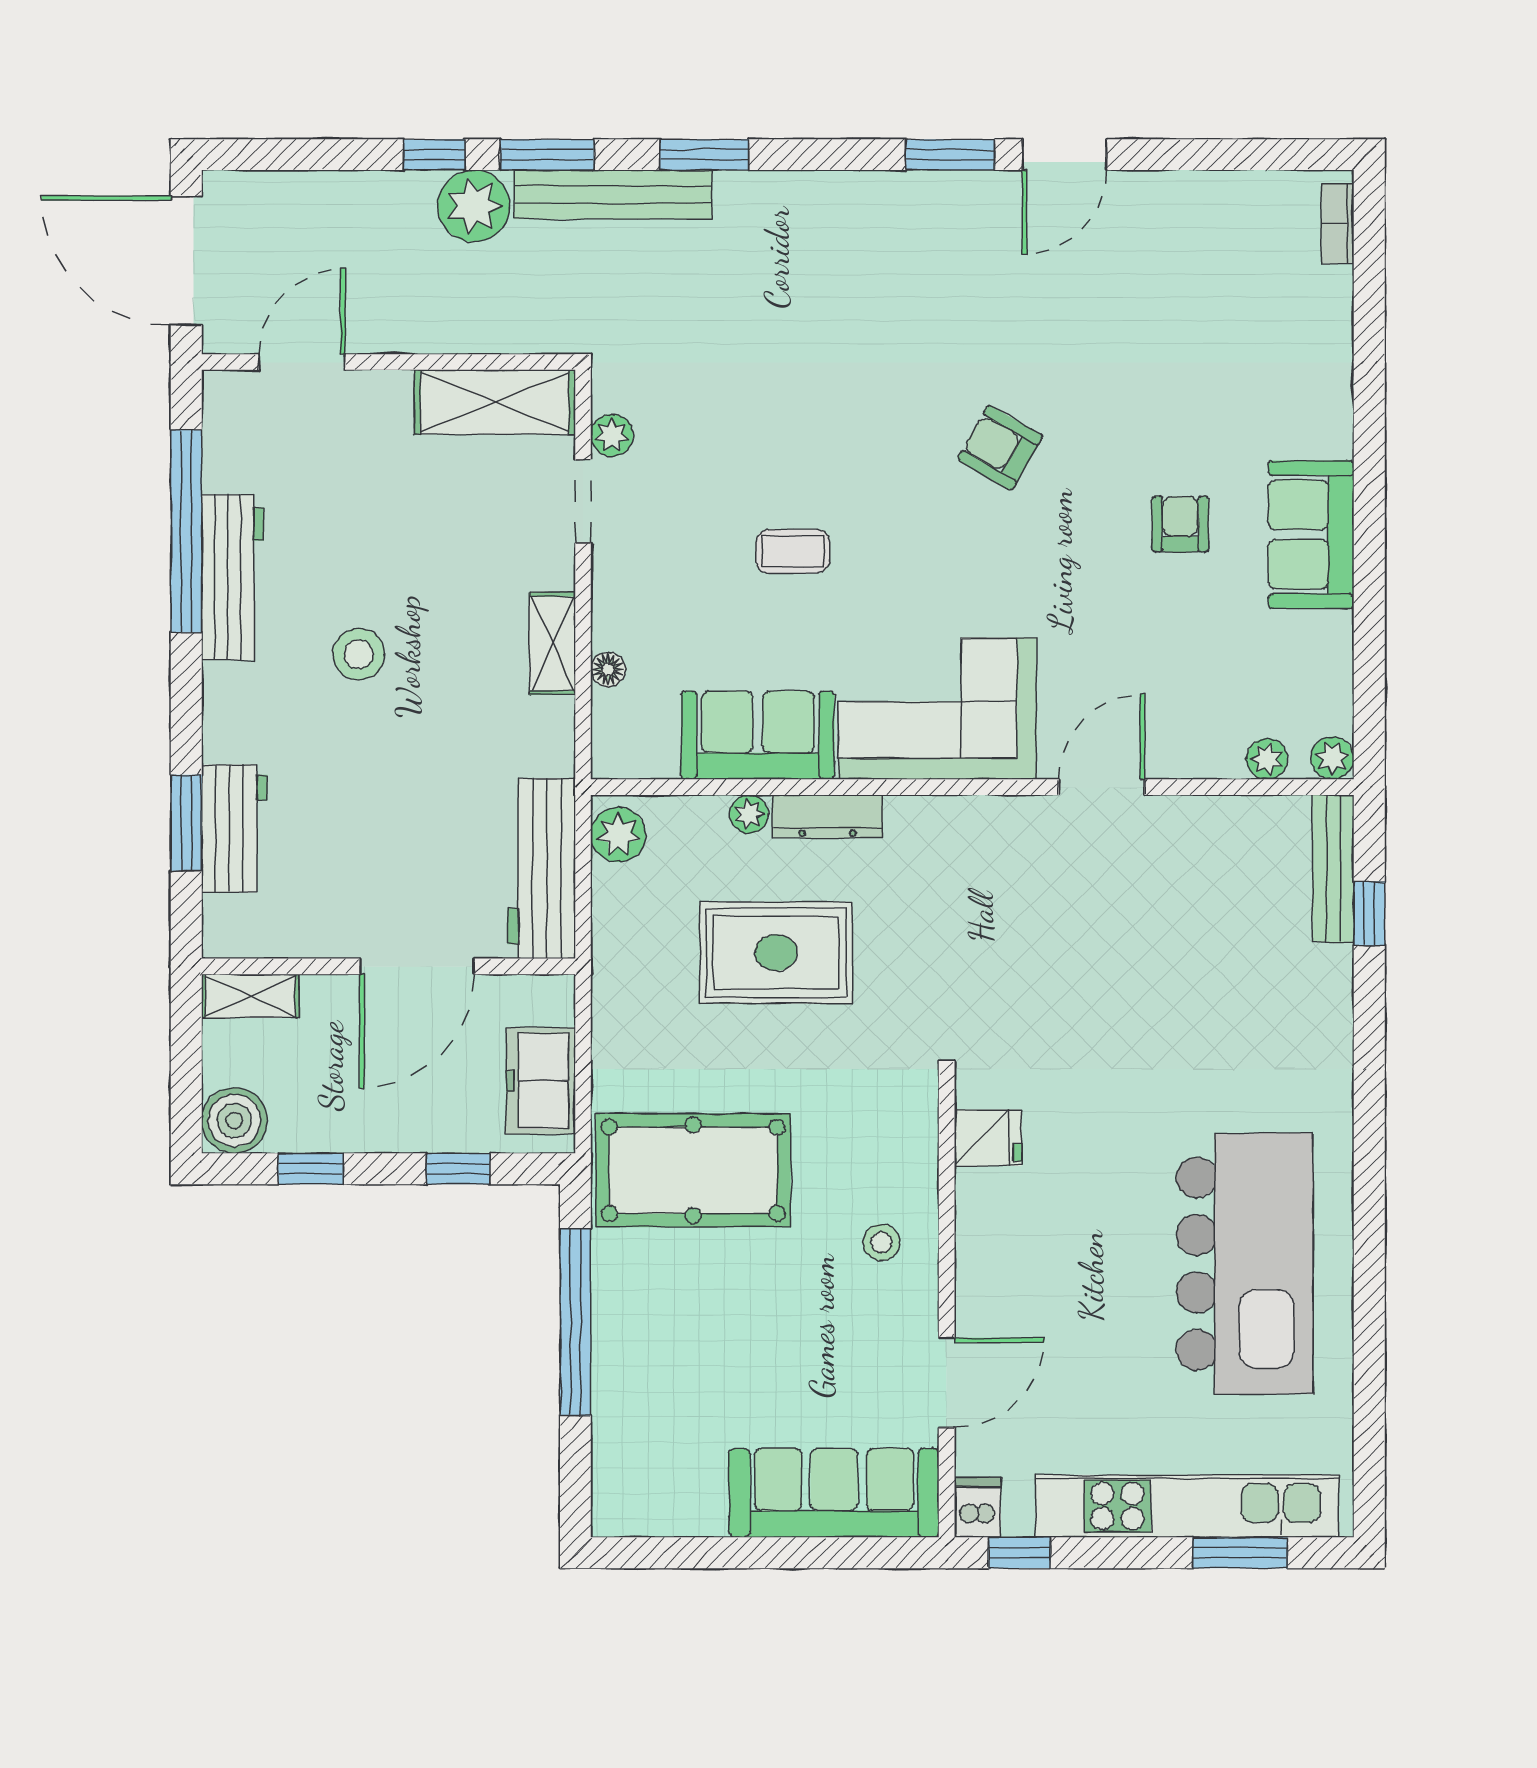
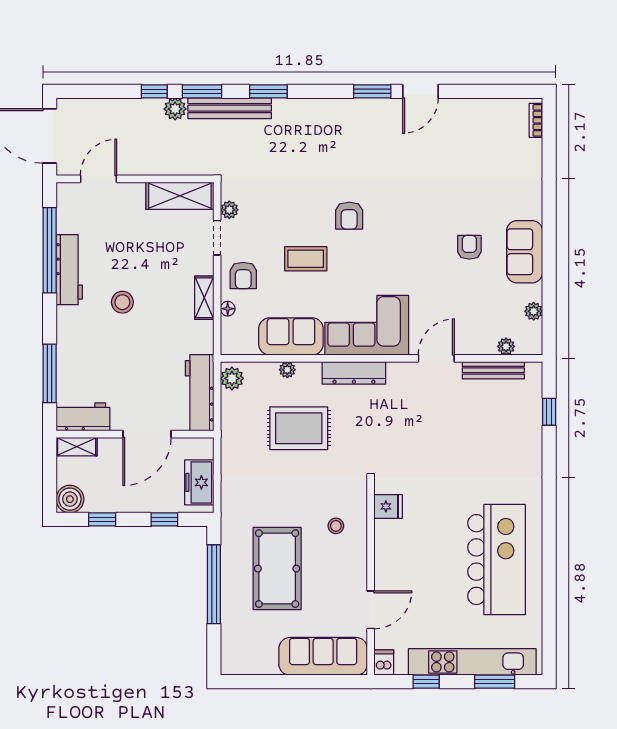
plant: (474, 206) -> (175, 109), width x0.73, depth x0.73
armchair: (1000, 448) -> (349, 216), moved, turned -120
coffee table: (793, 551) -> (306, 259), width x1.36, depth x1.30
armchair: (645, 591) -> (243, 276), added
plant: (1332, 758) -> (534, 311), moved
dresser: (828, 816) -> (354, 373), moved, width x1.37, depth x1.24
window: (186, 823) -> (50, 373), width x1.44
workbench: (234, 829) -> (83, 417), moved, turned -90
bench: (1333, 868) -> (493, 370), moved, turned 90
pool table: (693, 1170) -> (277, 569), moved, turned 90
stool: (882, 1242) -> (336, 526), moved
window: (1019, 1553) -> (426, 682), moved

